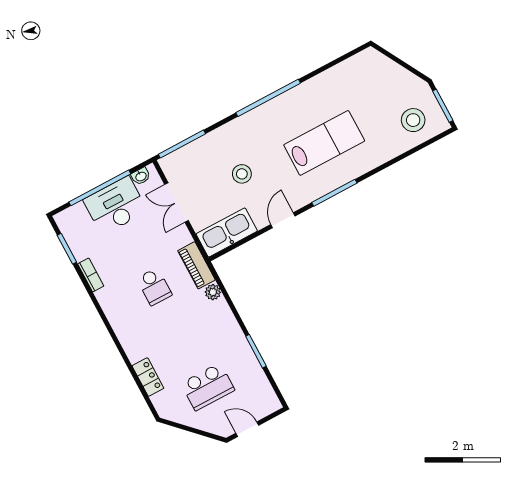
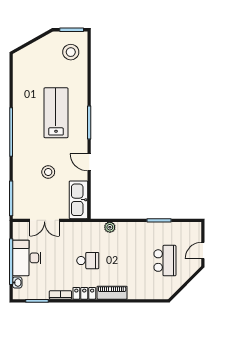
washbasin: (141, 176) -> (17, 283), moved
piano: (196, 265) -> (112, 293), moved, turned 180
locker: (148, 377) -> (84, 293), moved

